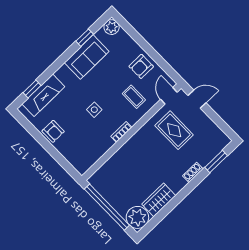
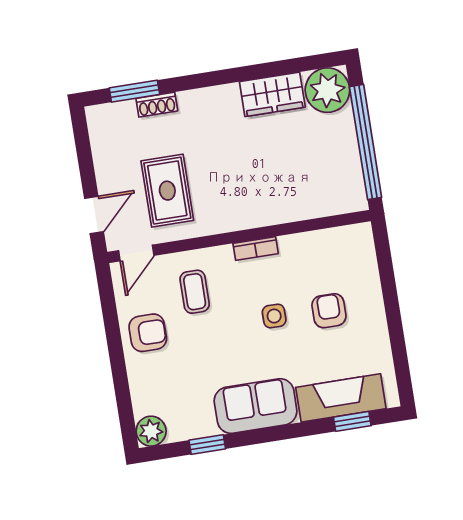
sofa: (87, 57) -> (256, 406), moved
door: (197, 99) -> (94, 215), swing flipped
armchair: (53, 131) -> (329, 311), moved
shoe rack: (193, 172) -> (157, 105), moved

